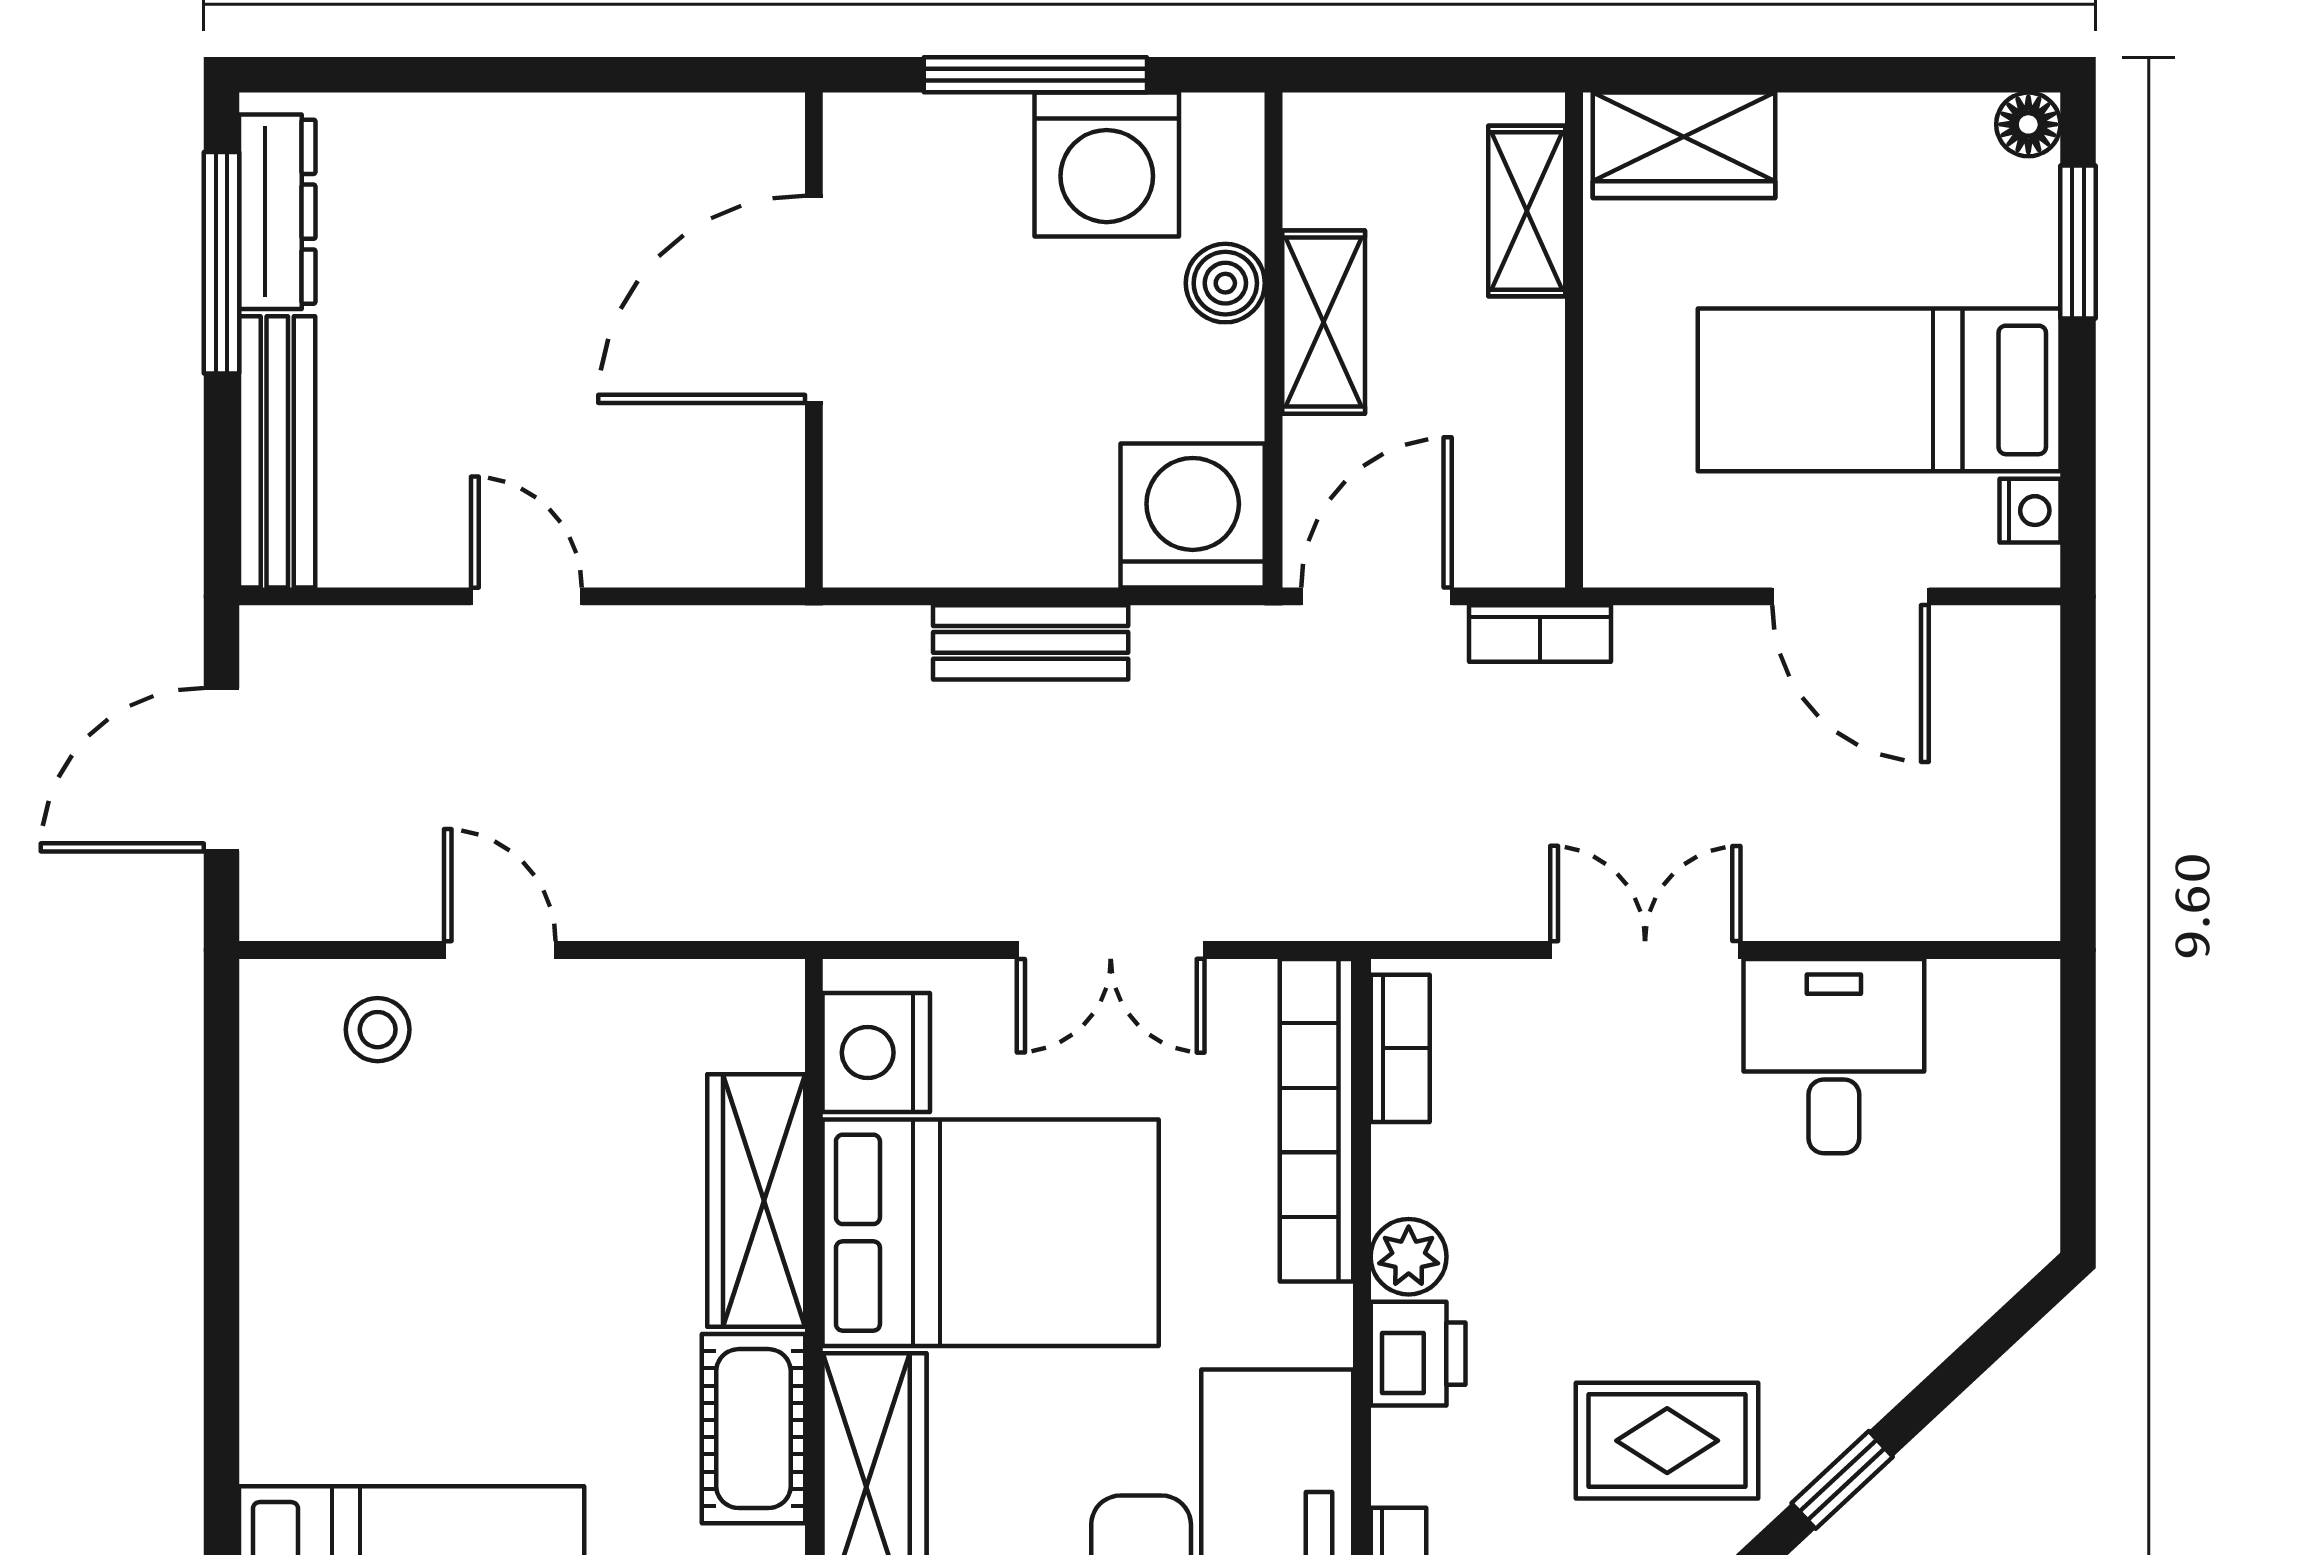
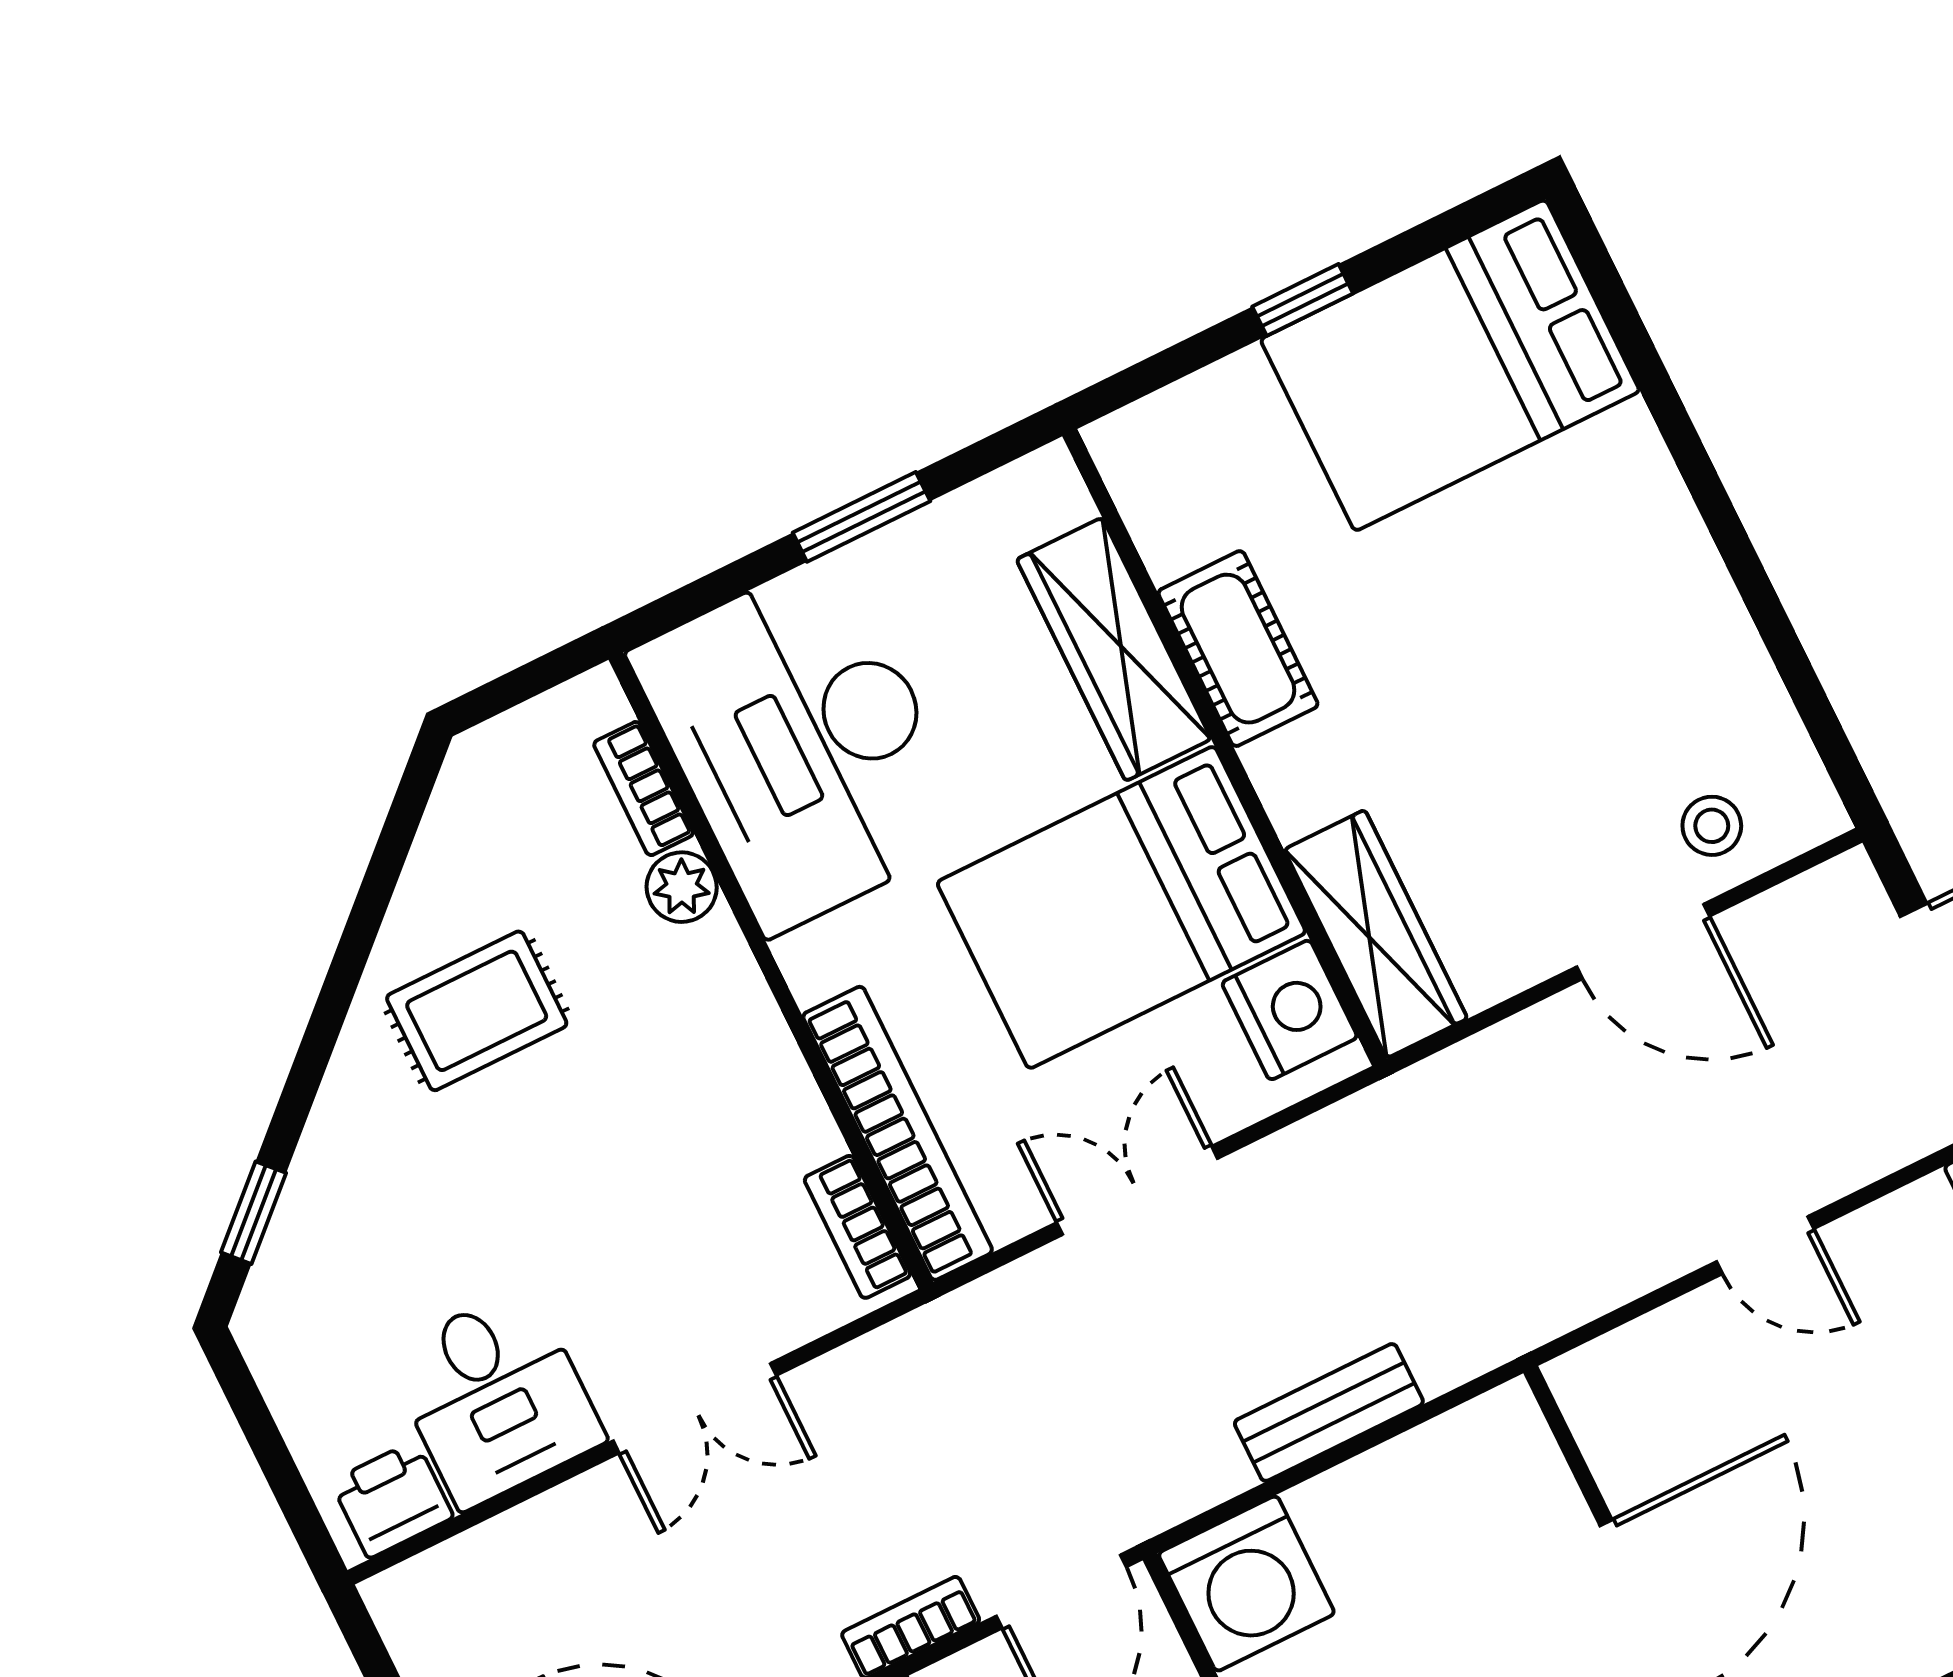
door: (500, 950) -> (1643, 941), width x1.38
wardrobe: (756, 1200) -> (1376, 934), moved
plant: (1409, 1257) -> (682, 887), moved
printer: (1418, 1354) -> (392, 1499), moved, turned 90
window: (1842, 1480) -> (254, 1213), moved

